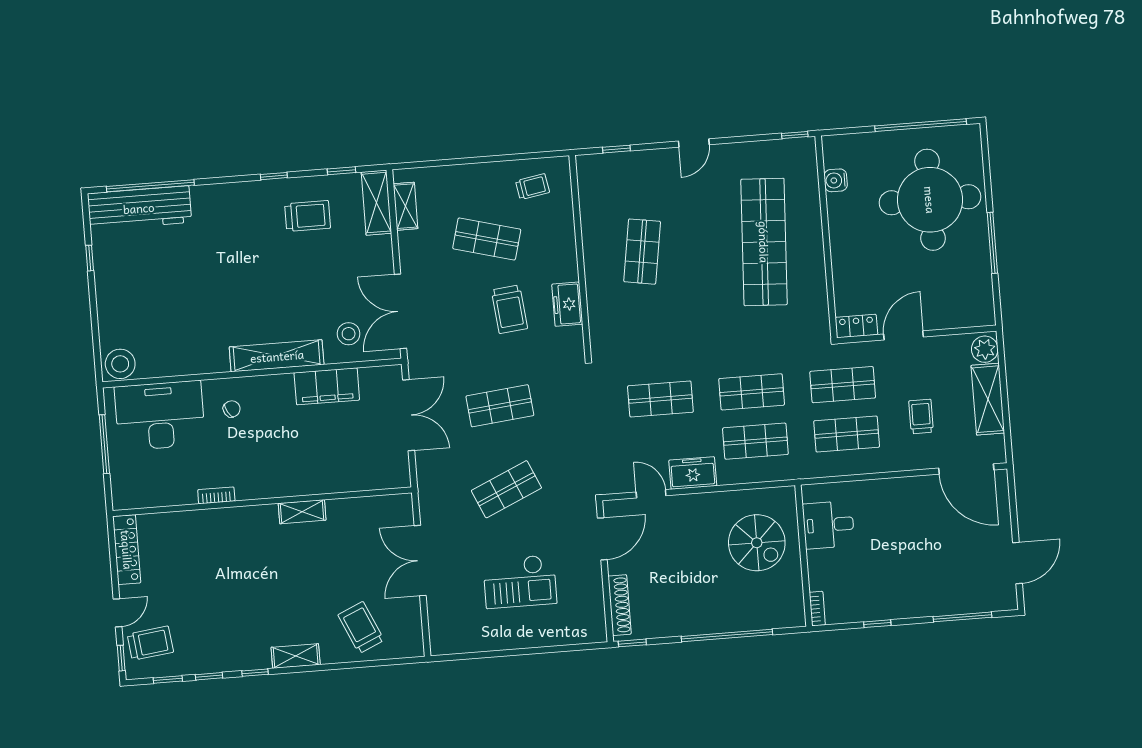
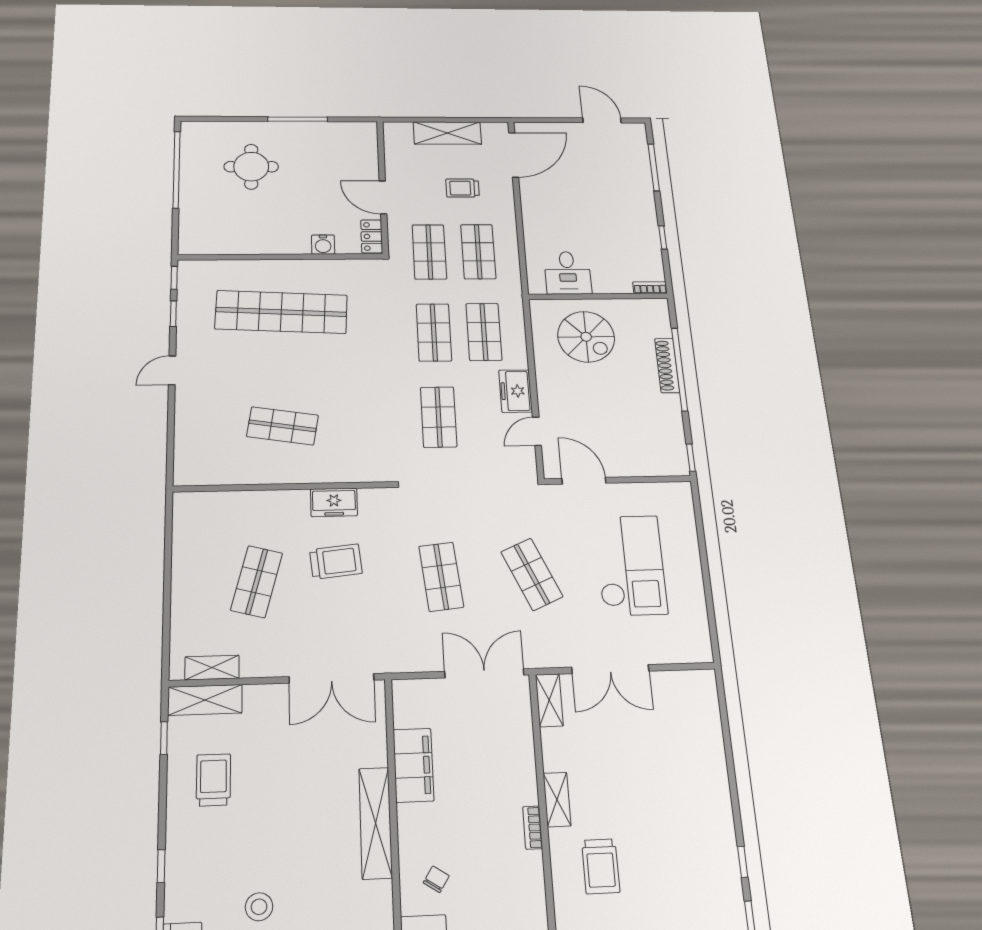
door: (694, 143) -> (172, 370), swing flipped
window: (616, 149) -> (173, 314), moved
window: (274, 176) -> (161, 866), moved
water cooler: (836, 180) -> (323, 245), moved
trolley: (533, 187) -> (203, 531), removed
round table: (930, 200) -> (251, 167), width x0.54, depth x0.54
stool: (349, 334) -> (259, 907), moved
plant: (985, 349) -> (399, 132), removed
chair: (232, 409) -> (436, 879), turned 63
double door: (409, 415) -> (484, 673), moved
bookcase: (216, 495) -> (533, 828), moved
spiral stairs: (757, 543) -> (586, 337), turned 90
checkout: (520, 581) -> (631, 565), width x1.36, depth x1.21
shoe rack: (620, 605) -> (667, 365), moved, turned -90
trolley: (361, 628) -> (601, 866), moved, turned -66
shelving: (296, 656) -> (549, 700), moved

